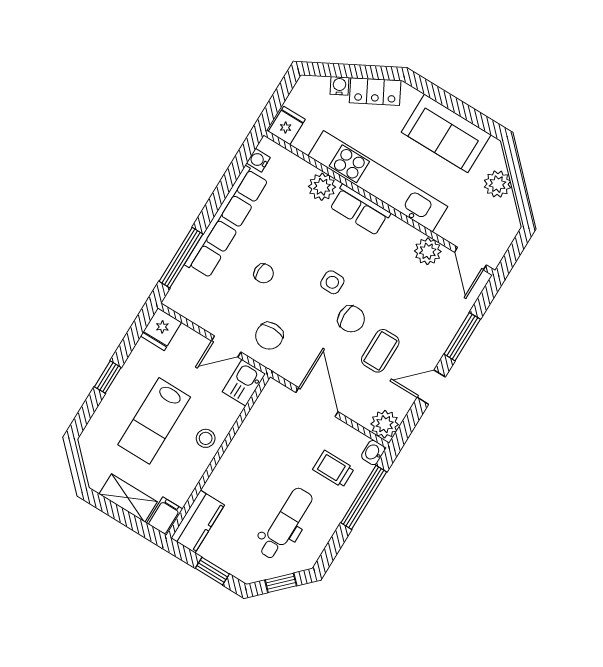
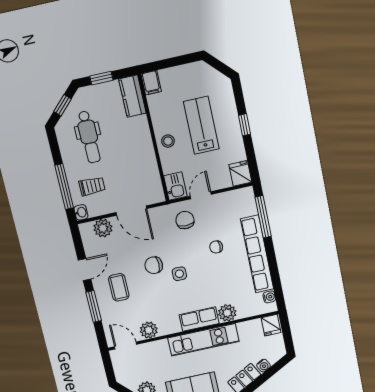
kitchen unit: (378, 181) -> (203, 340), width x0.73
coffee table: (380, 351) -> (119, 287), moved
plant: (385, 424) -> (103, 228), moved
shelving: (128, 498) -> (178, 74), removed

